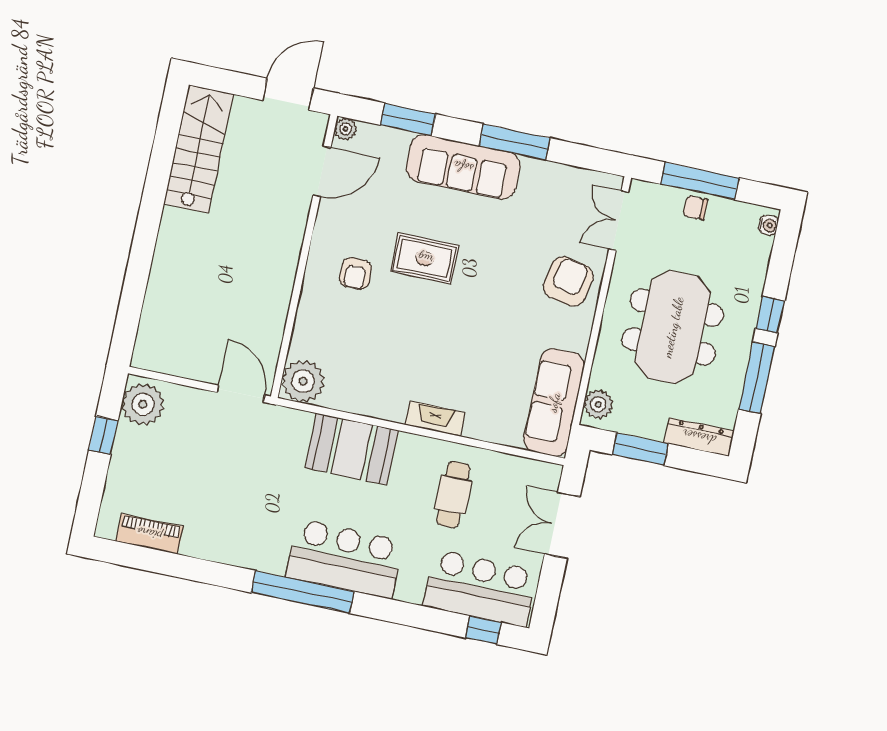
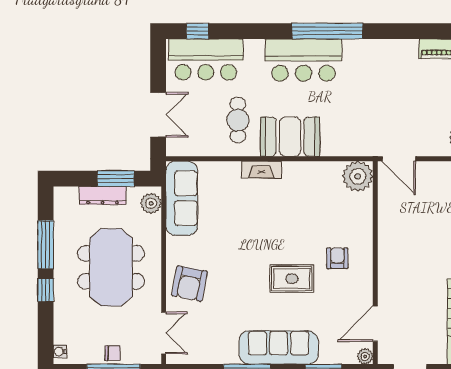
dresser: (699, 437) -> (103, 195), moved
booth: (352, 449) -> (290, 137), moved

